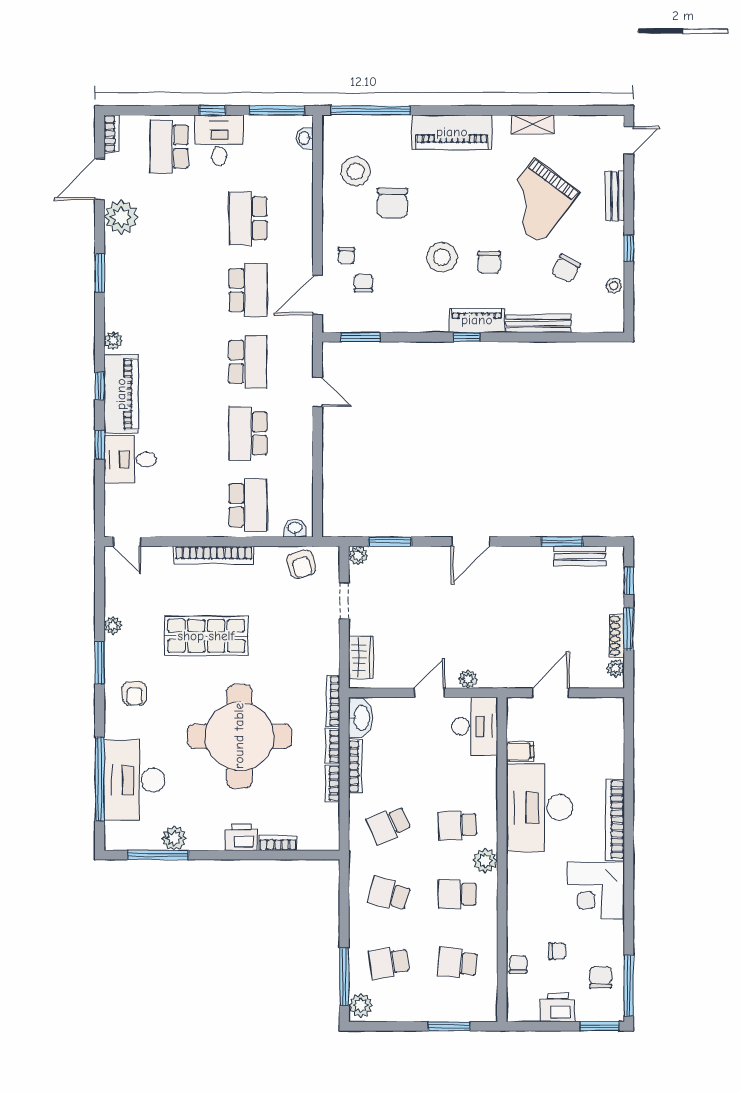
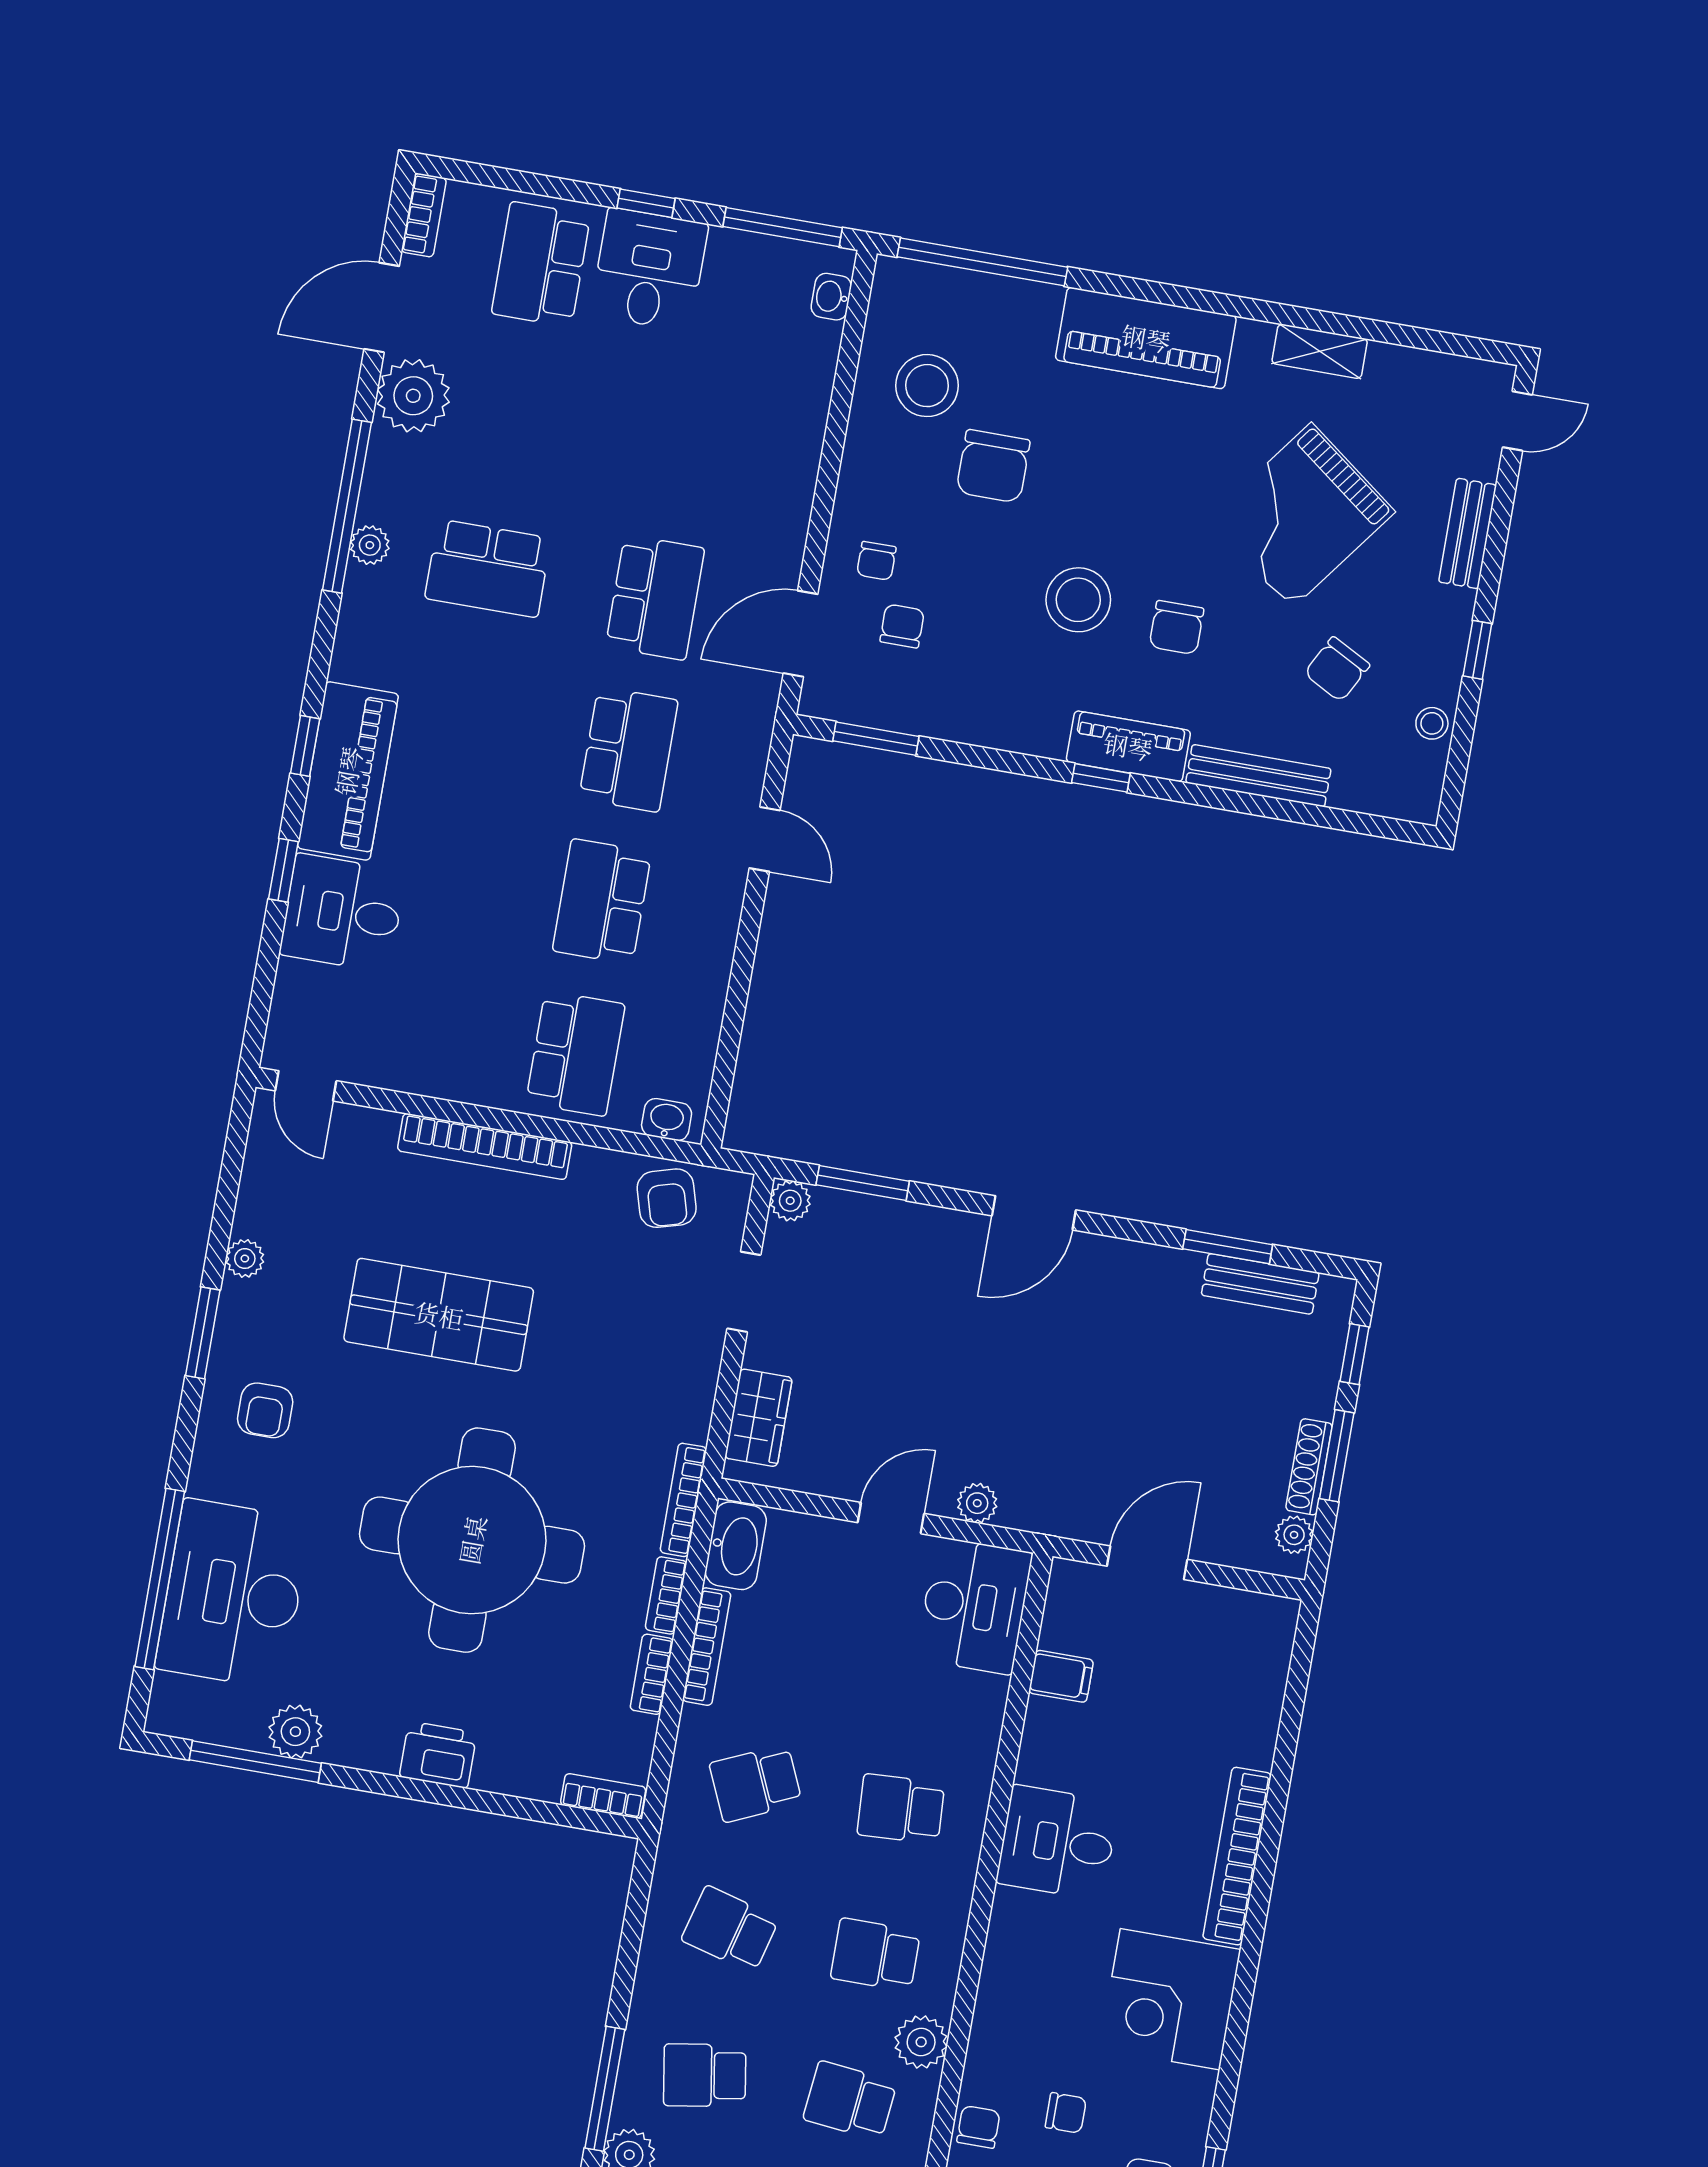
school desk: (248, 218) -> (488, 568), moved, turned -90
window: (100, 273) -> (347, 506), width x2.11
plant: (113, 341) -> (370, 545), moved
desk: (539, 808) -> (1057, 1843), width x0.53, depth x0.77
bookcase: (278, 843) -> (603, 1796), moved
plant: (485, 861) -> (921, 2042), moved

